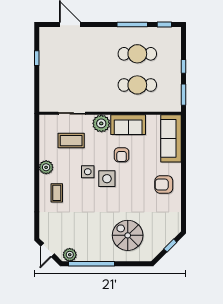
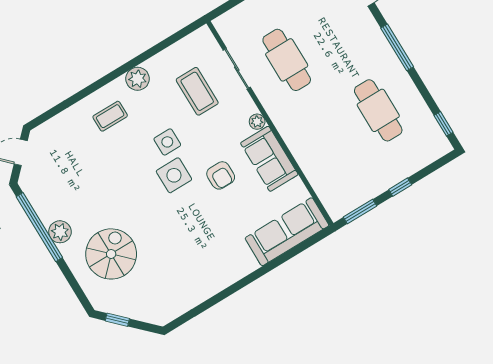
window: (132, 25) -> (397, 47), moved
cafe table: (137, 85) -> (287, 60), moved
plant: (101, 123) -> (257, 122), width x0.53, depth x0.53
armchair: (122, 155) -> (221, 175), turned -90
armchair: (164, 185) -> (215, 262), removed
window: (170, 246) -> (117, 320), moved
plant: (70, 255) -> (60, 232), moved

